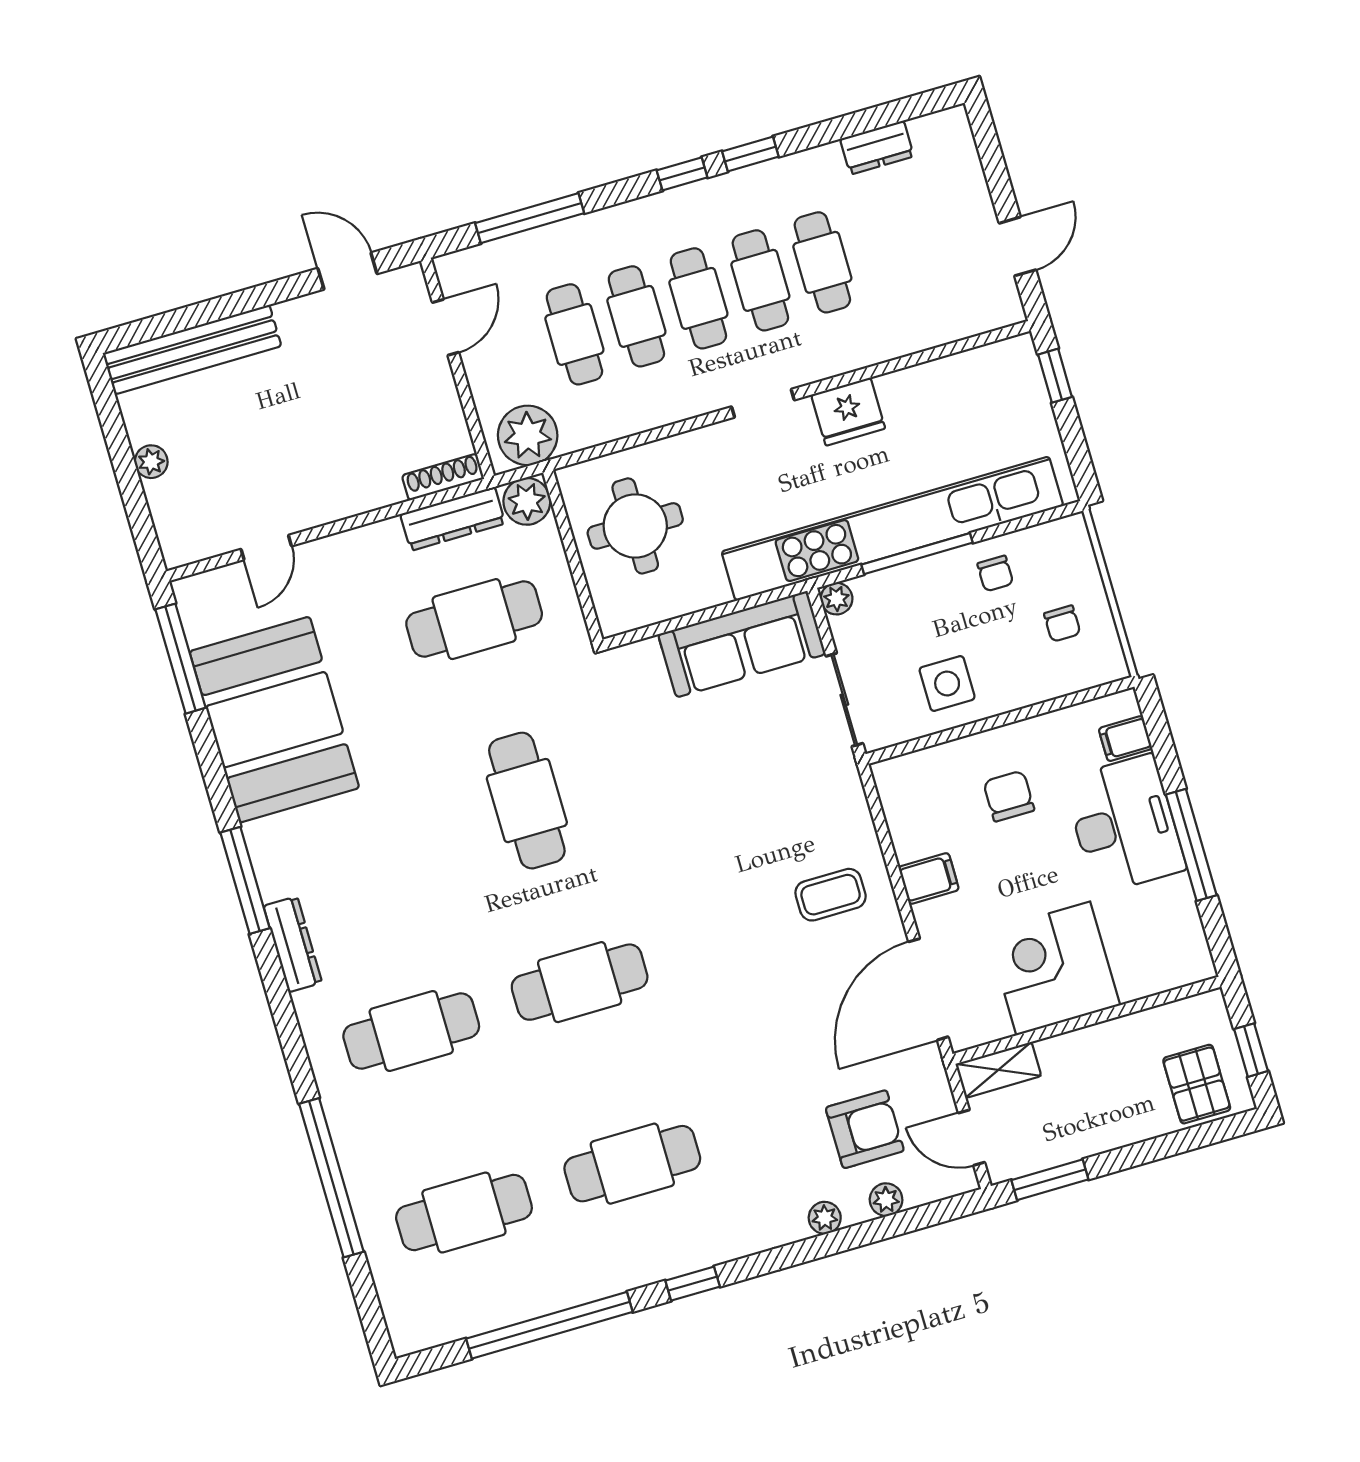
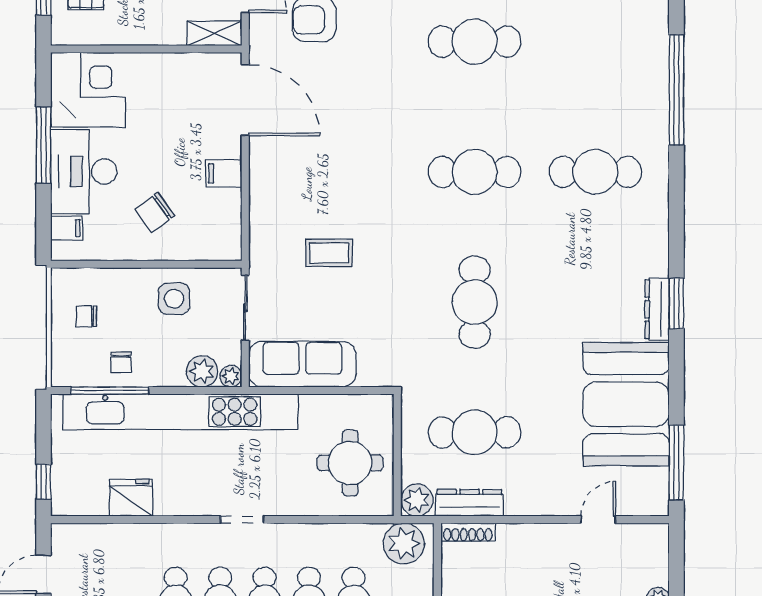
fridge: (848, 412) -> (131, 498), moved
window: (917, 554) -> (110, 390), moved
chair: (995, 574) -> (121, 362), turned 180
plant: (879, 594) -> (202, 371), added
chair: (1062, 624) -> (86, 316), turned -90
chair: (1009, 796) -> (155, 212), turned 54
window: (245, 880) -> (676, 303), width x0.69
coffee table: (831, 895) -> (329, 253), moved
dresser: (293, 944) -> (657, 309), moved
corner desk: (1053, 968) -> (88, 90), moved, turned -90
door: (928, 989) -> (245, 100), hinge flipped
cafe table: (464, 1213) -> (595, 42), removed

